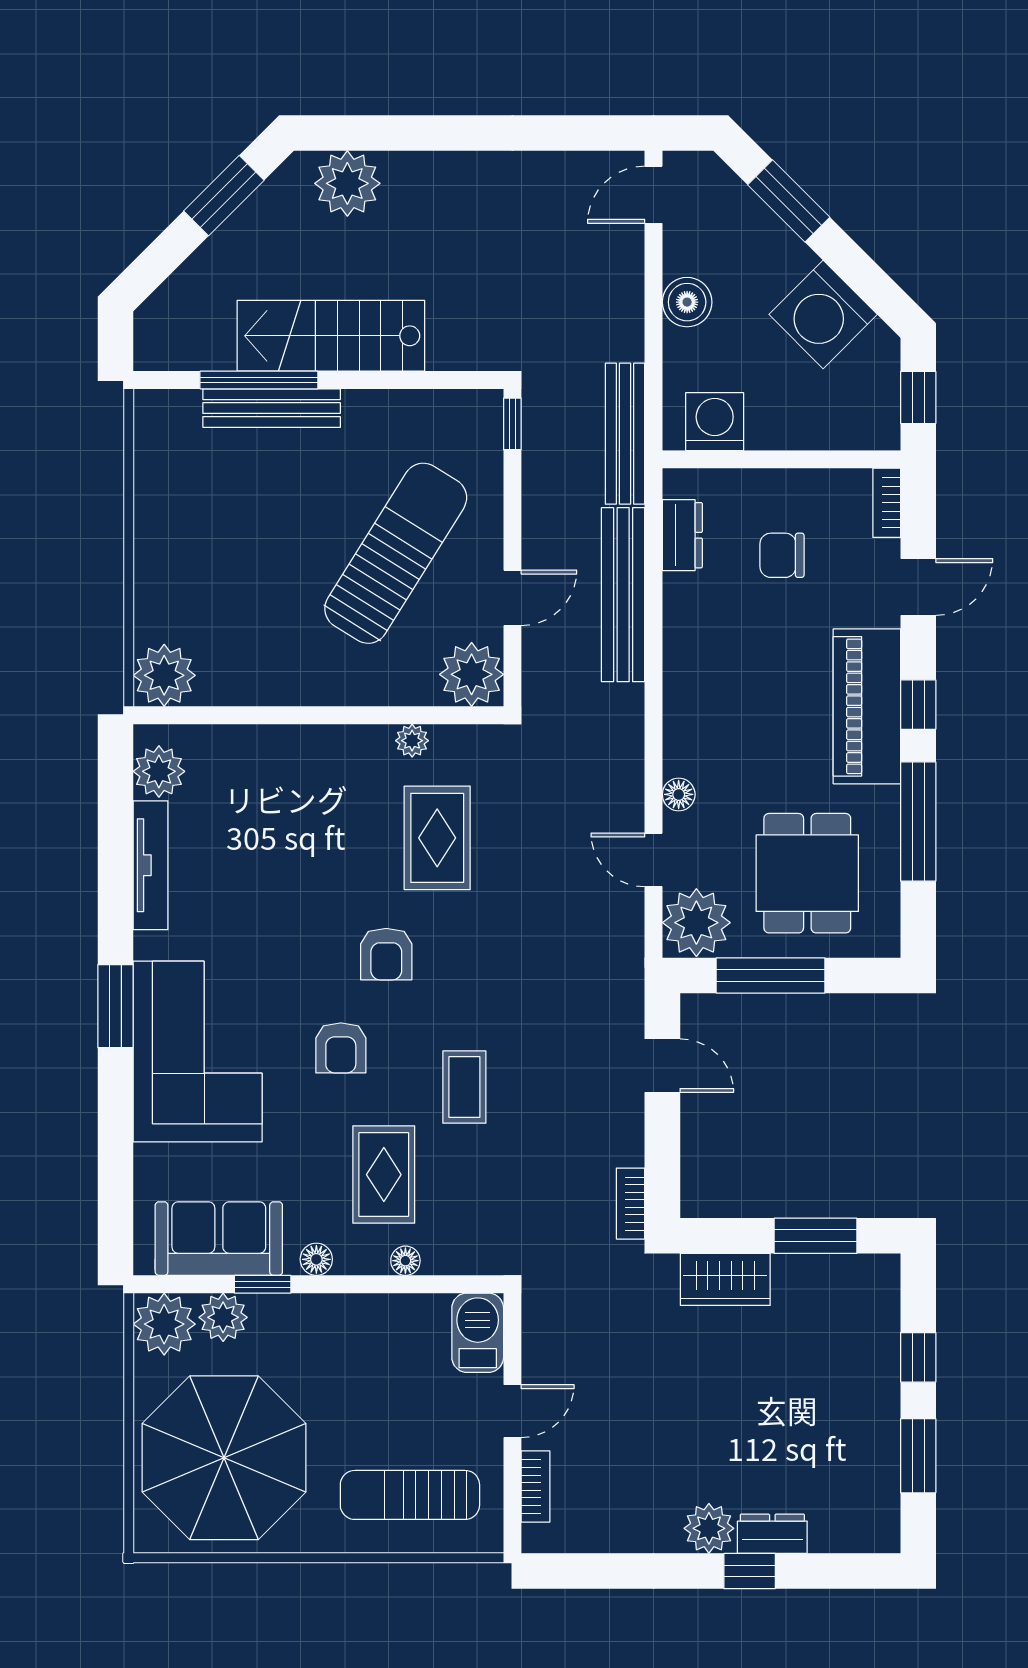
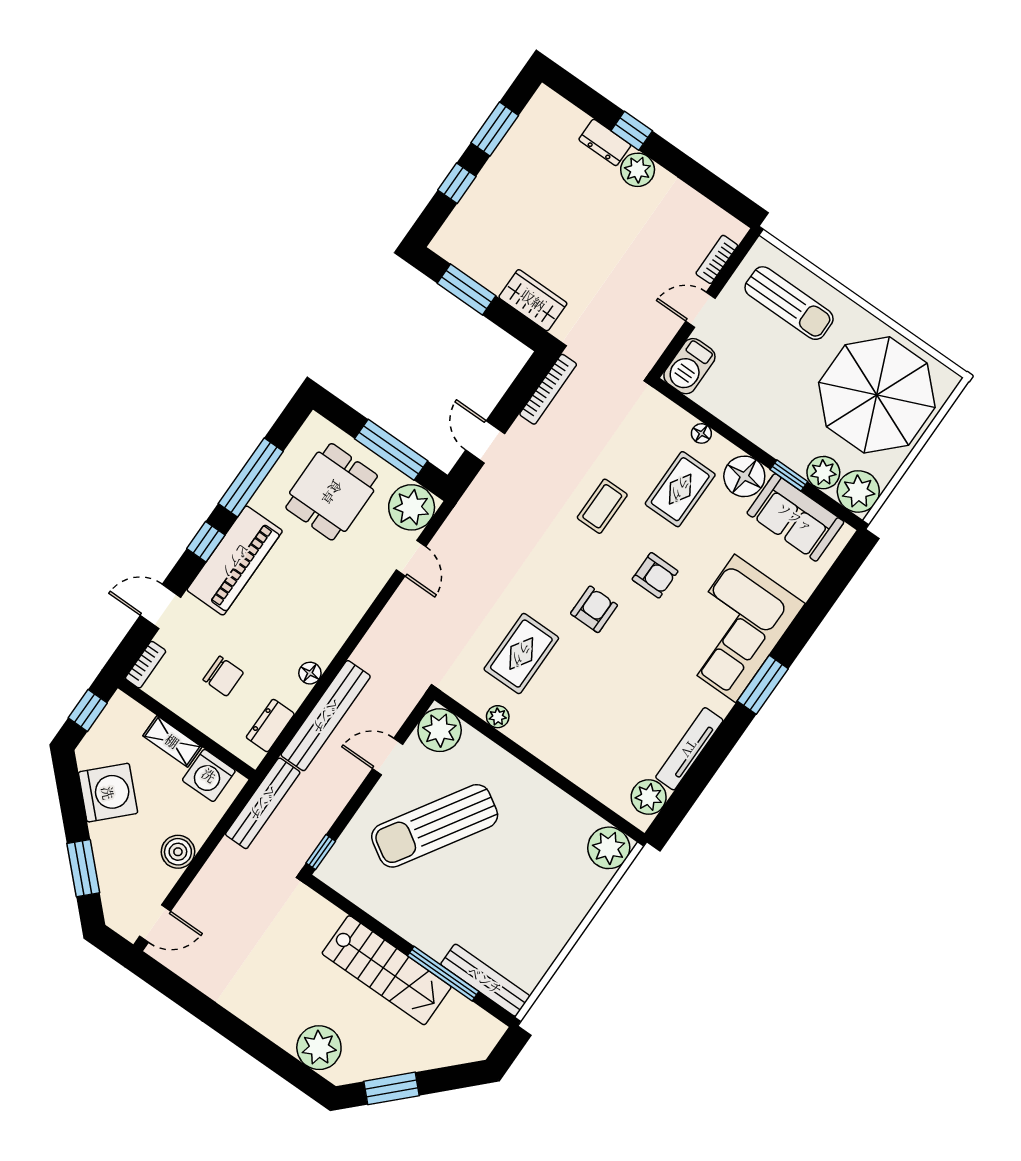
bench: (272, 408) -> (485, 980), moved
shelving: (788, 432) -> (172, 741), added
floor lamp: (679, 794) -> (310, 673), moved
armchair: (341, 1048) -> (655, 575), turned 90
bookcase: (631, 1204) -> (548, 389), width x1.56
floor lamp: (316, 1259) -> (744, 476), width x1.89, depth x1.89

